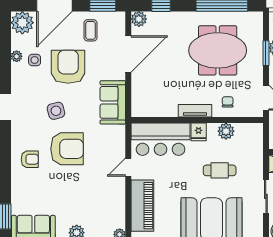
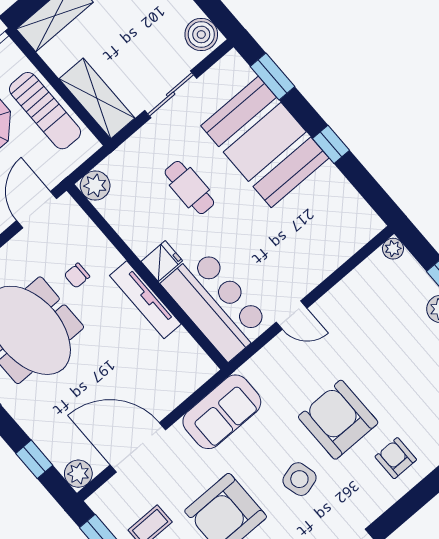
chair: (228, 102) -> (77, 276), moved
tv unit: (195, 111) -> (145, 300), width x1.41
plant: (226, 131) -> (95, 186), moved
piano: (142, 206) -> (327, 251), removed

